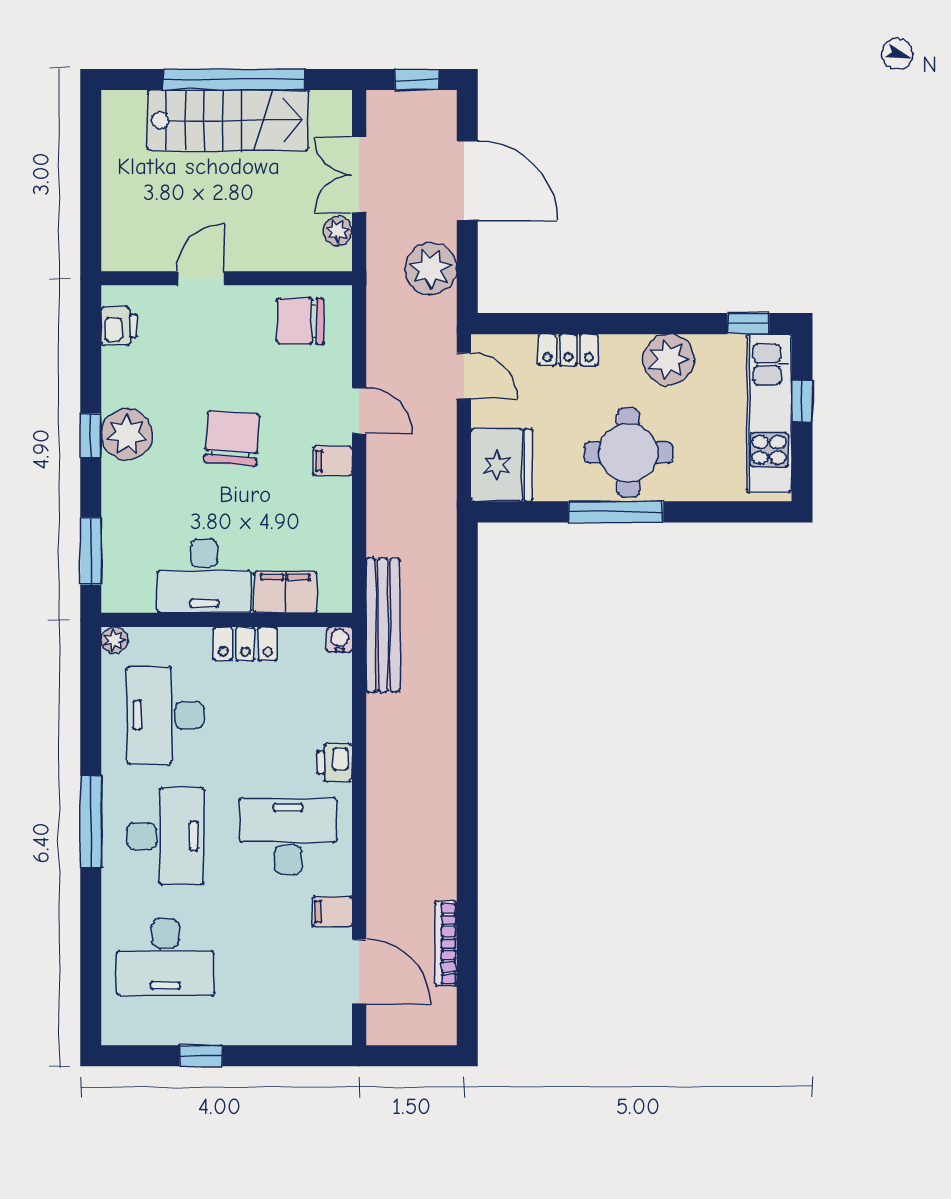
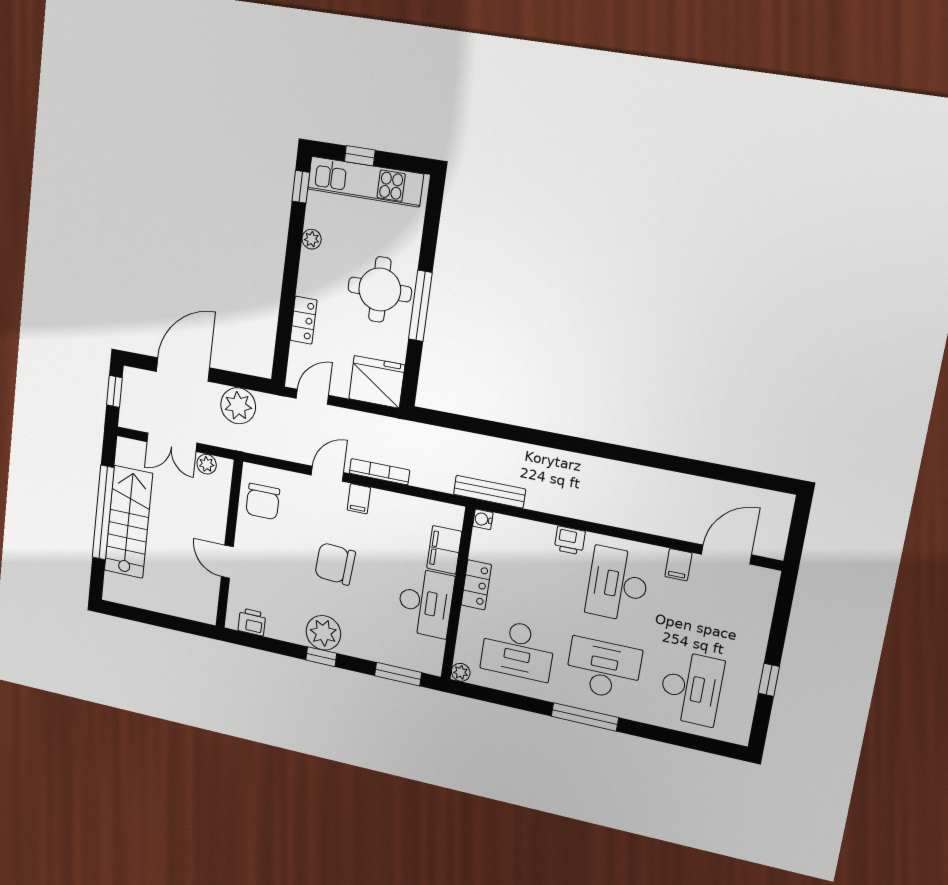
plant: (669, 360) -> (312, 239), width x0.53, depth x0.53
bench: (383, 625) -> (490, 492), width x0.73, depth x0.82
bookcase: (446, 944) -> (379, 472), moved, turned 180

